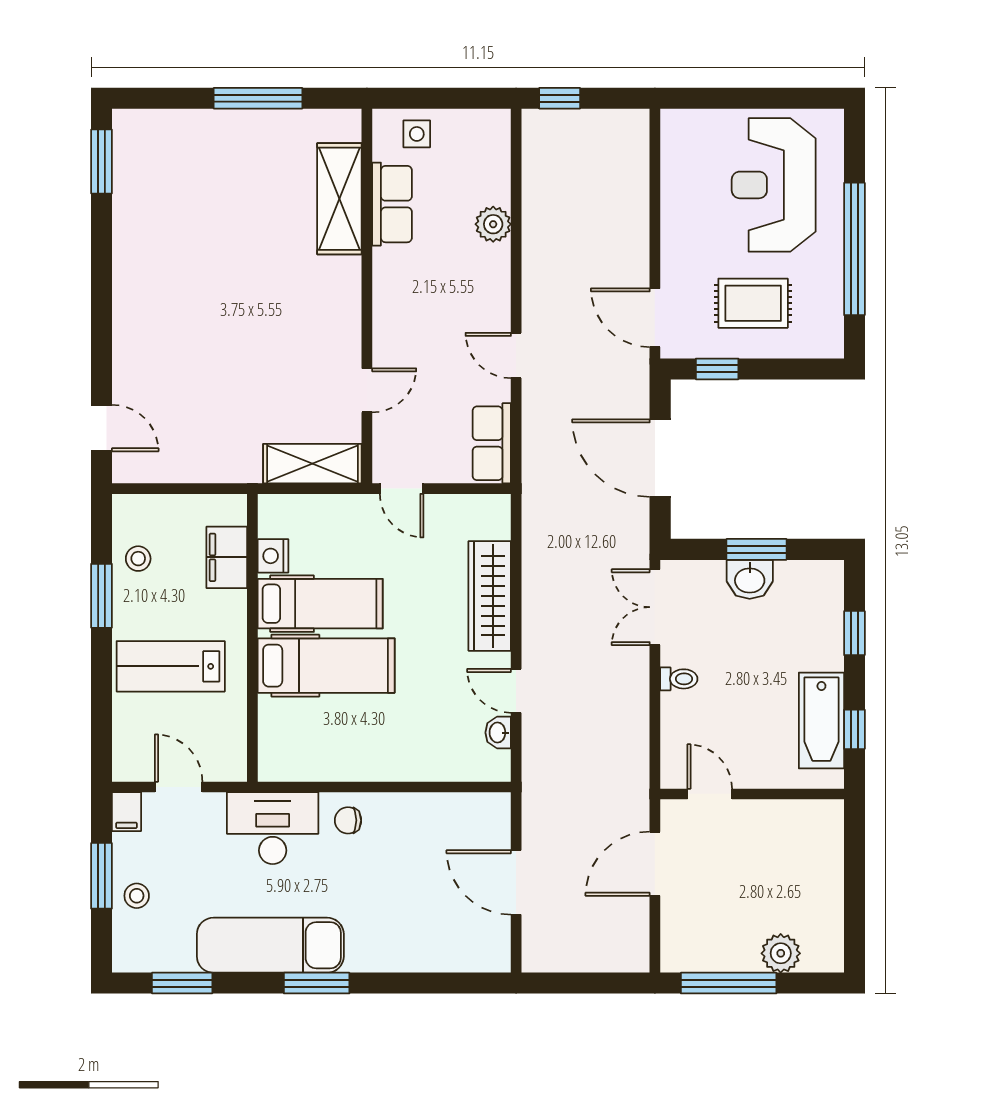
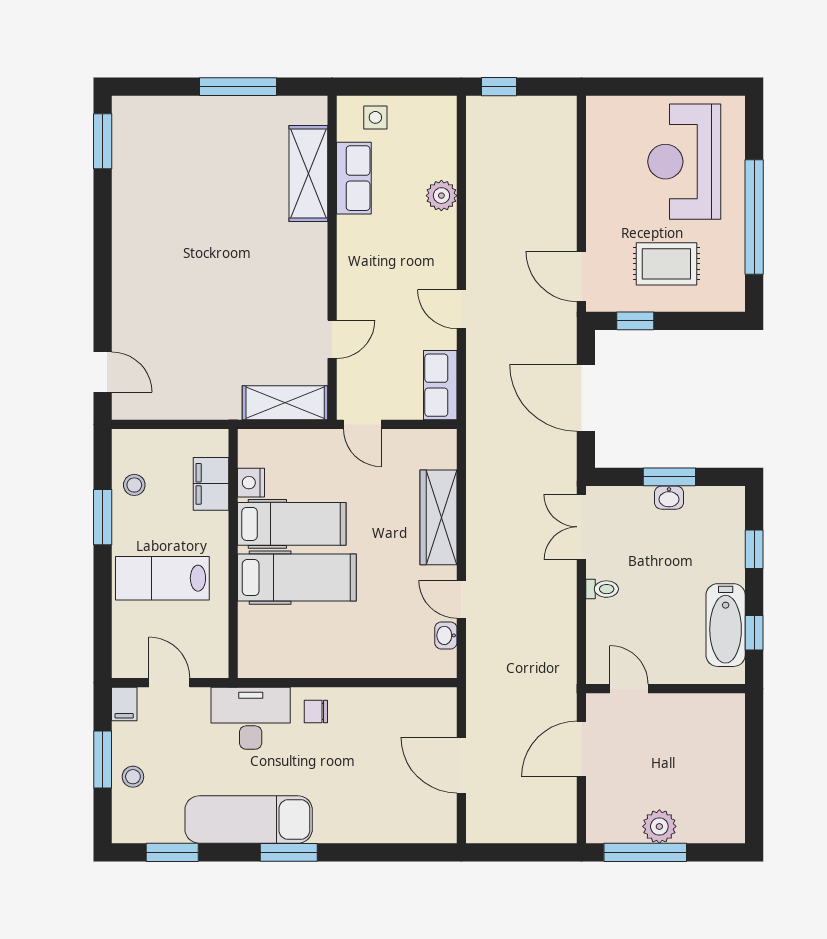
washbasin: (750, 579) -> (669, 498), width x0.72, depth x0.69
plant: (781, 953) -> (659, 826), moved

